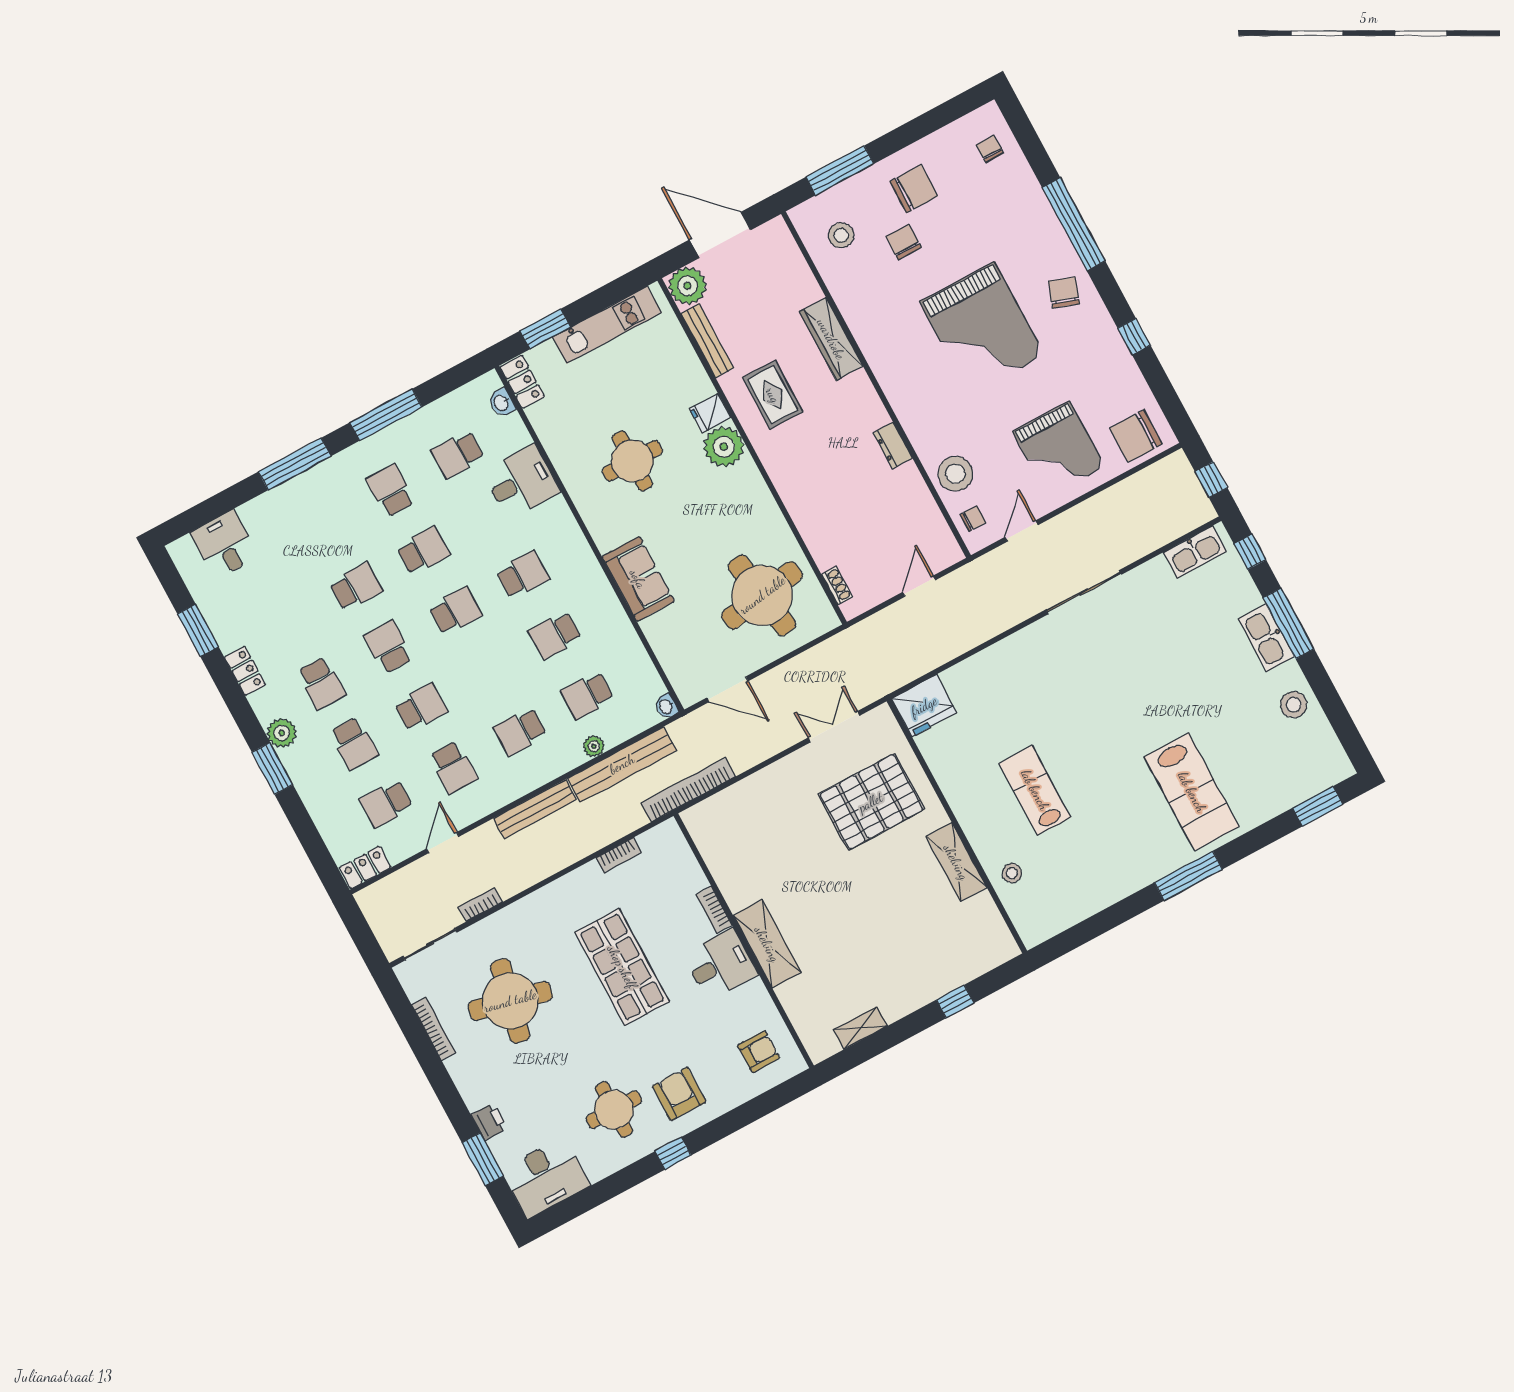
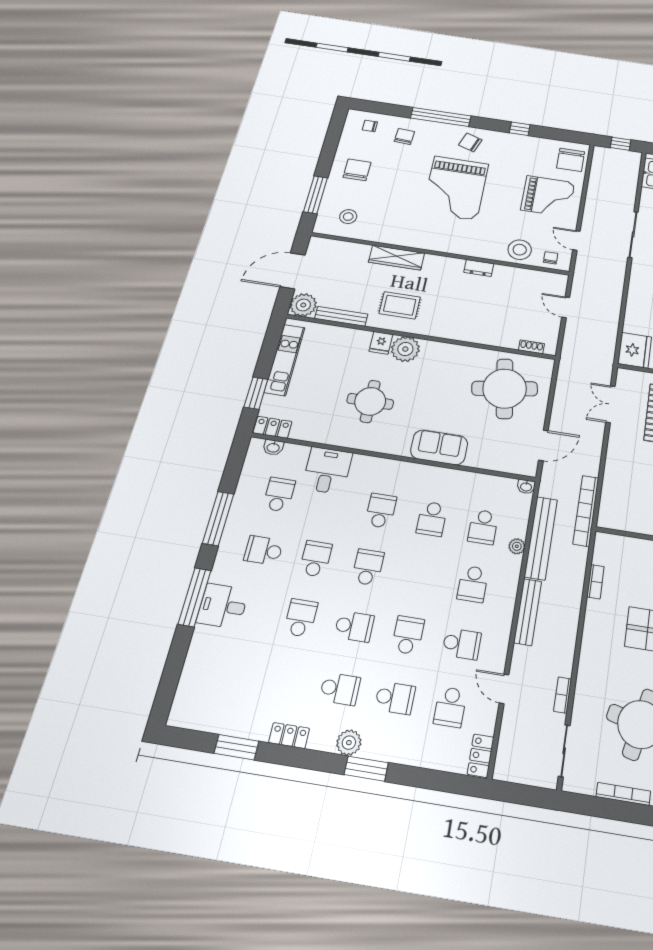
chair: (903, 242) -> (404, 136), moved, turned 93
grand piano: (982, 328) -> (455, 188), turned 90
school desk: (458, 454) -> (279, 495), turned 180
desk: (224, 545) -> (223, 606), moved
school desk: (388, 647) -> (354, 626), turned 180

